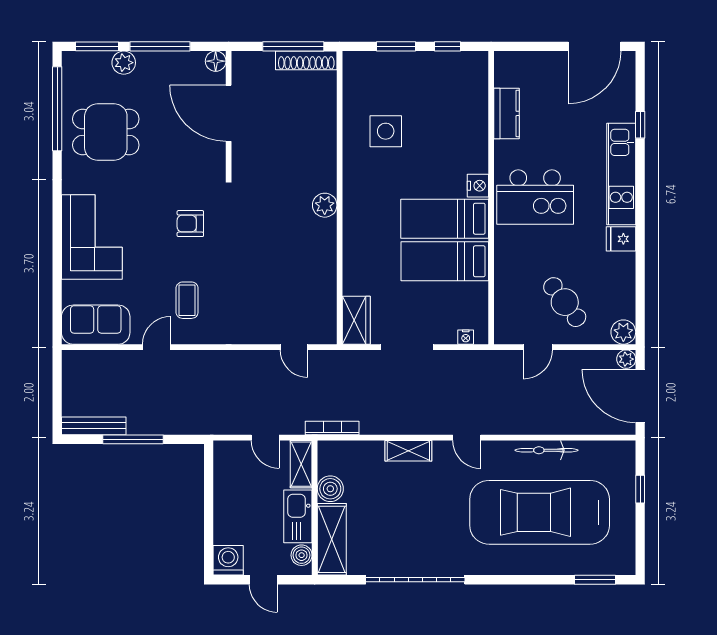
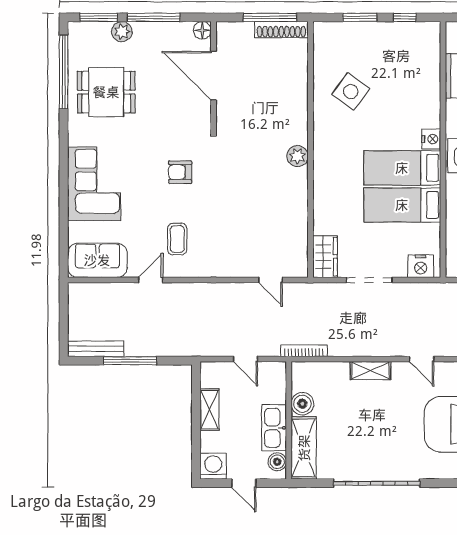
side table: (386, 131) -> (351, 91), turned 36
nightstand: (466, 337) -> (421, 266), width x1.89, depth x1.79
shelving: (301, 464) -> (209, 410), moved

